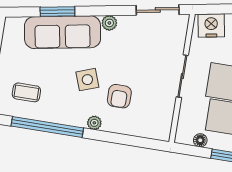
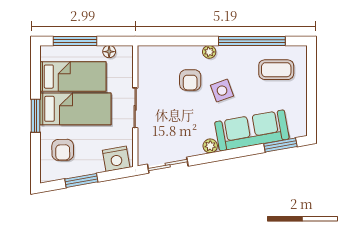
window: (57, 11) -> (280, 145), moved
coffee table: (26, 92) -> (276, 70), width x1.36, depth x1.30
armchair: (119, 96) -> (190, 80), turned 180

